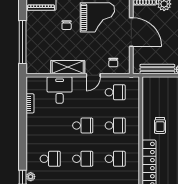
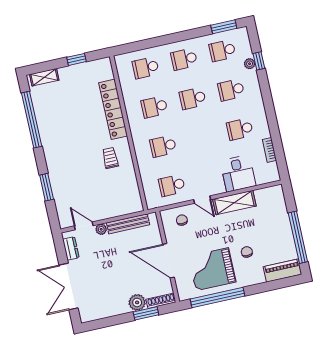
window: (23, 42) -> (298, 237), moved
door: (93, 75) -> (202, 200), swing flipped
school desk: (83, 125) -> (240, 129), moved

